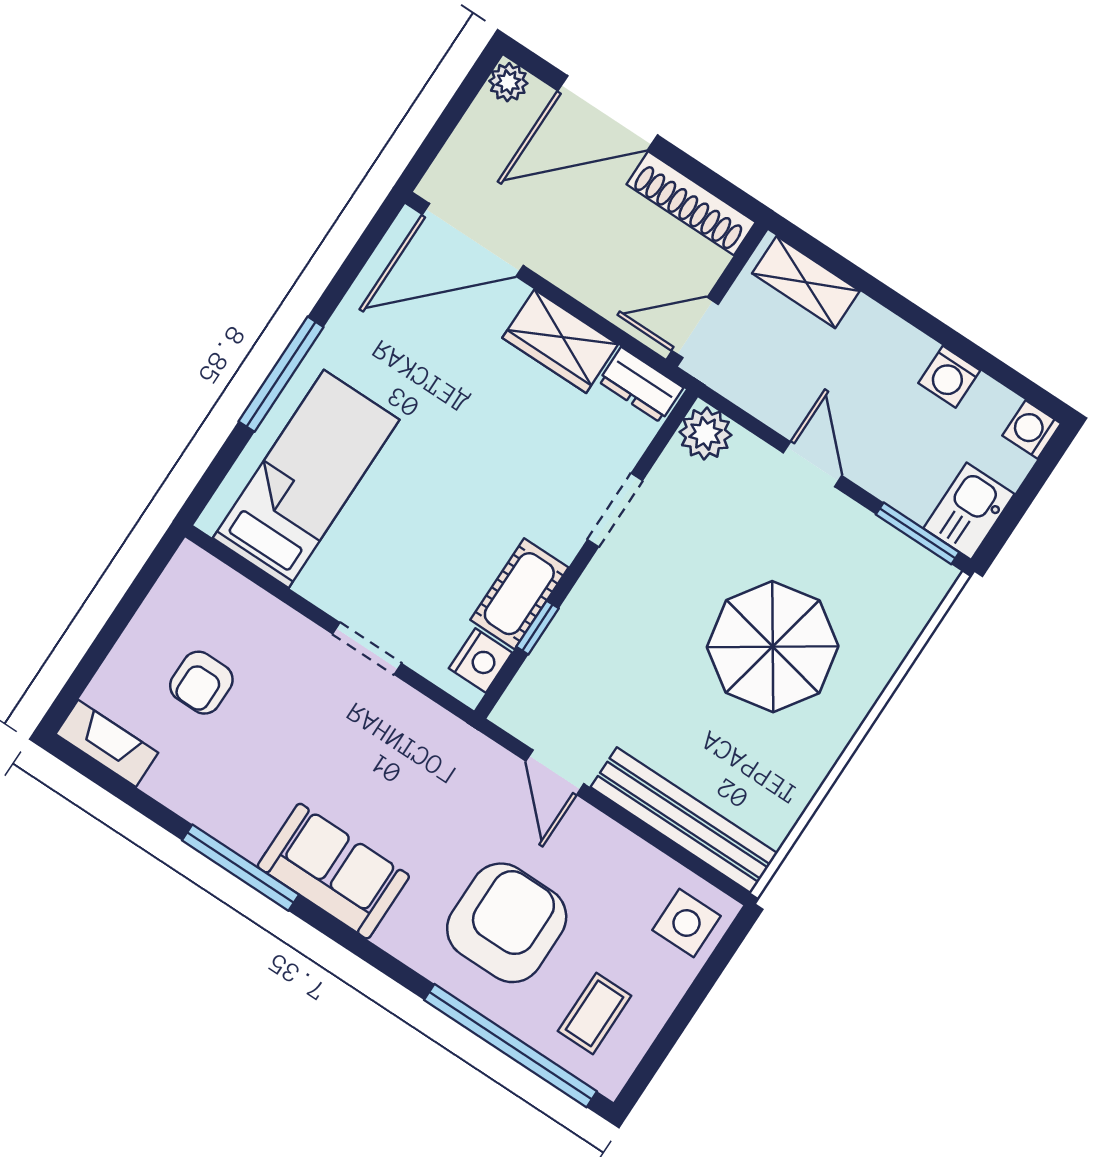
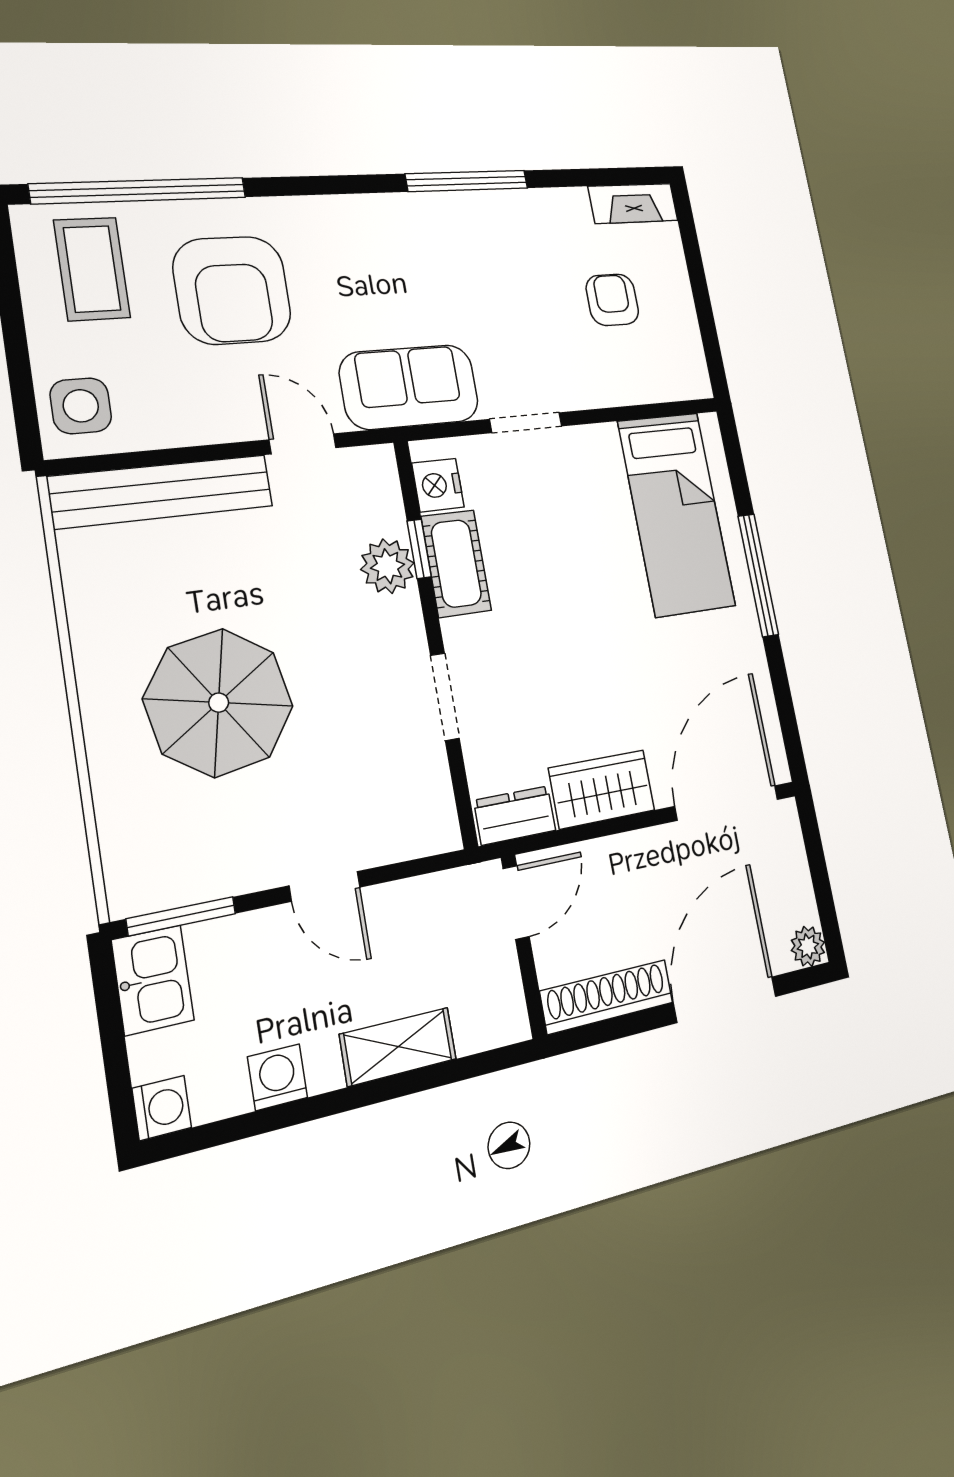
shelving: (806, 282) -> (398, 1047), moved
plant: (705, 434) -> (388, 566), moved
sofa: (333, 871) -> (409, 387), moved, turned 180
coffee table: (595, 1013) -> (92, 269), width x1.36, depth x1.30

